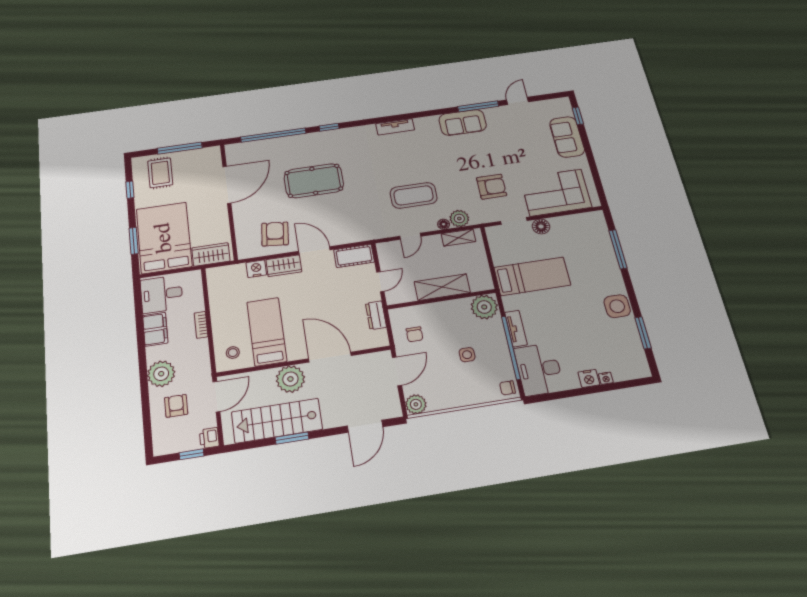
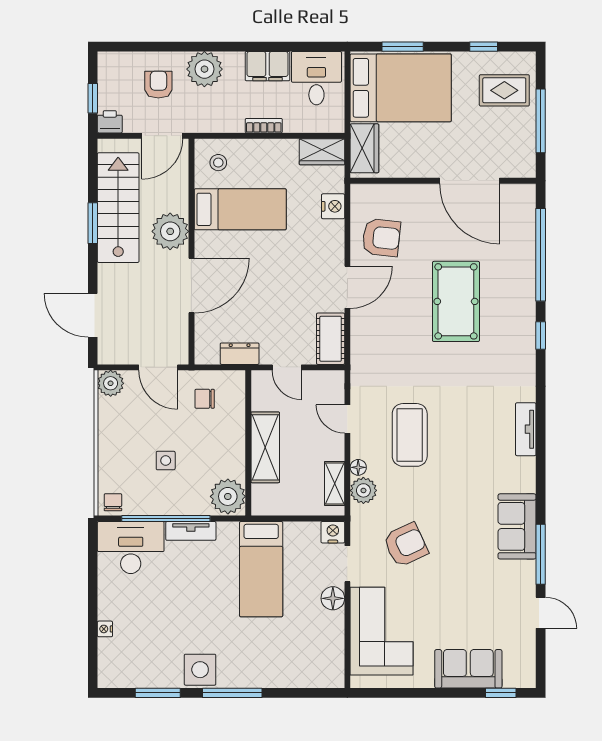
armchair: (492, 187) -> (406, 545), turned -115
window: (618, 249) -> (232, 693), moved
wardrobe: (284, 266) -> (322, 152), moved, turned -90
nightstand: (589, 378) -> (333, 532), moved, turned 90
door: (216, 397) -> (162, 136), hinge flipped
armchair: (176, 406) -> (158, 85), turned -90

